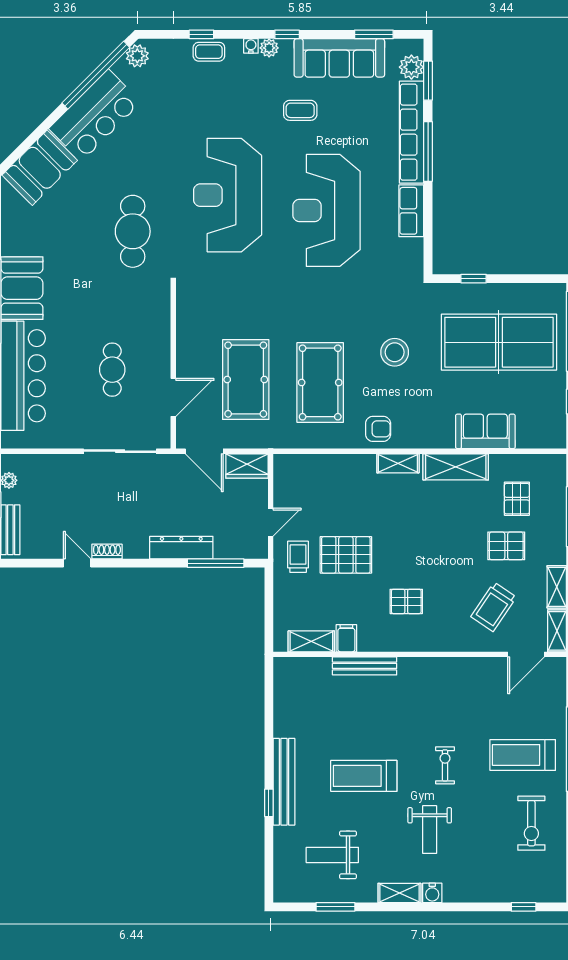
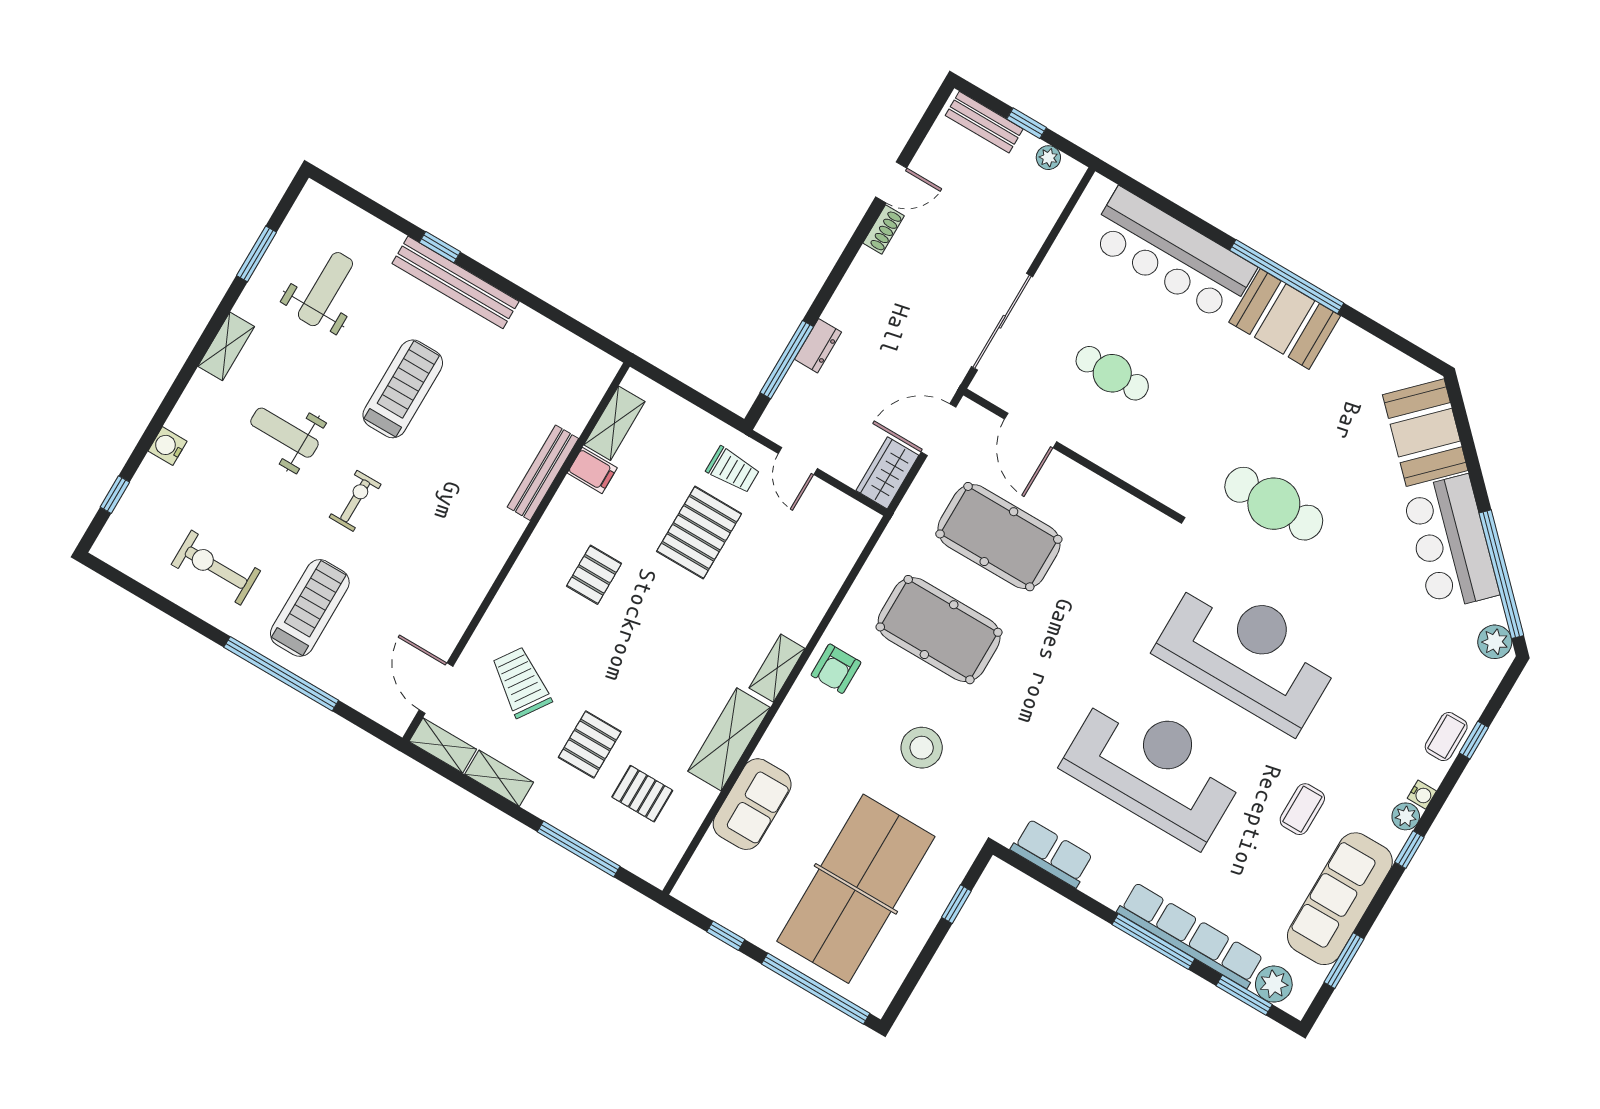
row of seats: (411, 211) -> (1052, 853), moved
dresser: (181, 548) -> (818, 346), width x0.51, depth x0.80
exercise bike: (445, 765) -> (355, 501), turned -90
water cooler: (432, 893) -> (167, 446), moved

